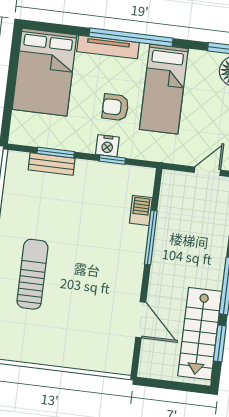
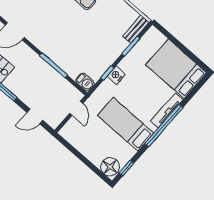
armchair: (115, 107) -> (133, 93), removed
bench: (52, 164) -> (136, 29), moved
door: (207, 171) -> (76, 108), moved
barbecue: (141, 210) -> (85, 82), moved

